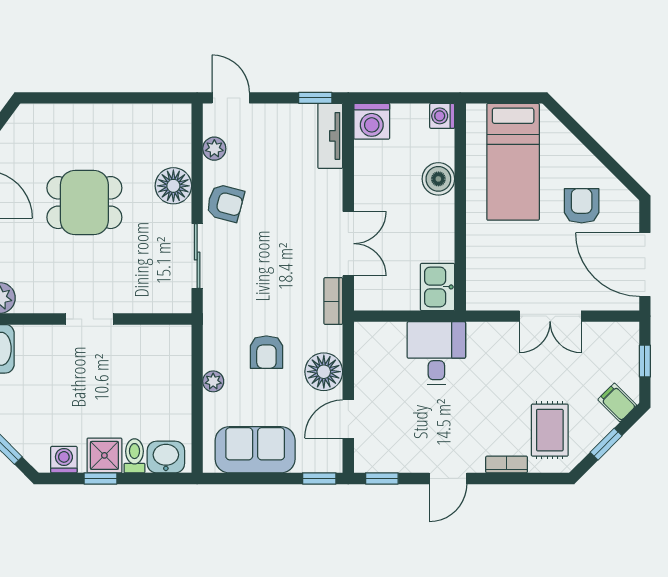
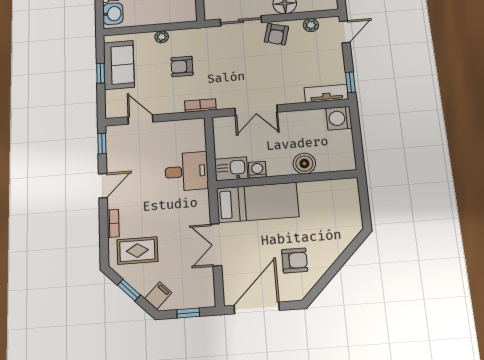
washing machine: (442, 116) -> (257, 170), moved
bed: (513, 162) -> (257, 202), moved, turned 180
bookcase: (333, 301) -> (200, 105), moved
floor lamp: (324, 372) -> (171, 102), removed
window: (319, 478) -> (101, 73), moved
door: (448, 478) -> (103, 186), swing flipped

